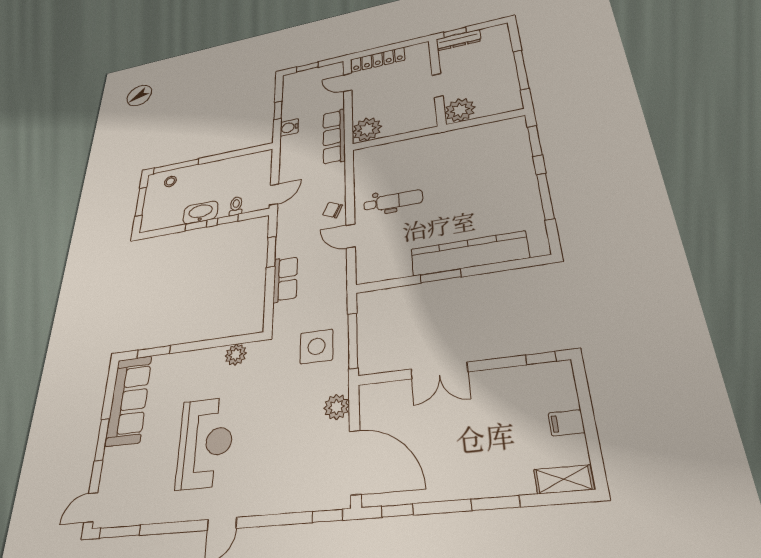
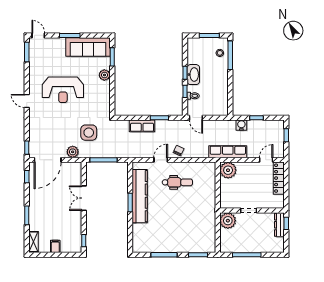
dental chair: (393, 201) -> (177, 182), turned -90
kitchen counter: (469, 253) -> (140, 196), moved
side table: (316, 346) -> (89, 133), moved
plant: (236, 355) -> (104, 75), moved

